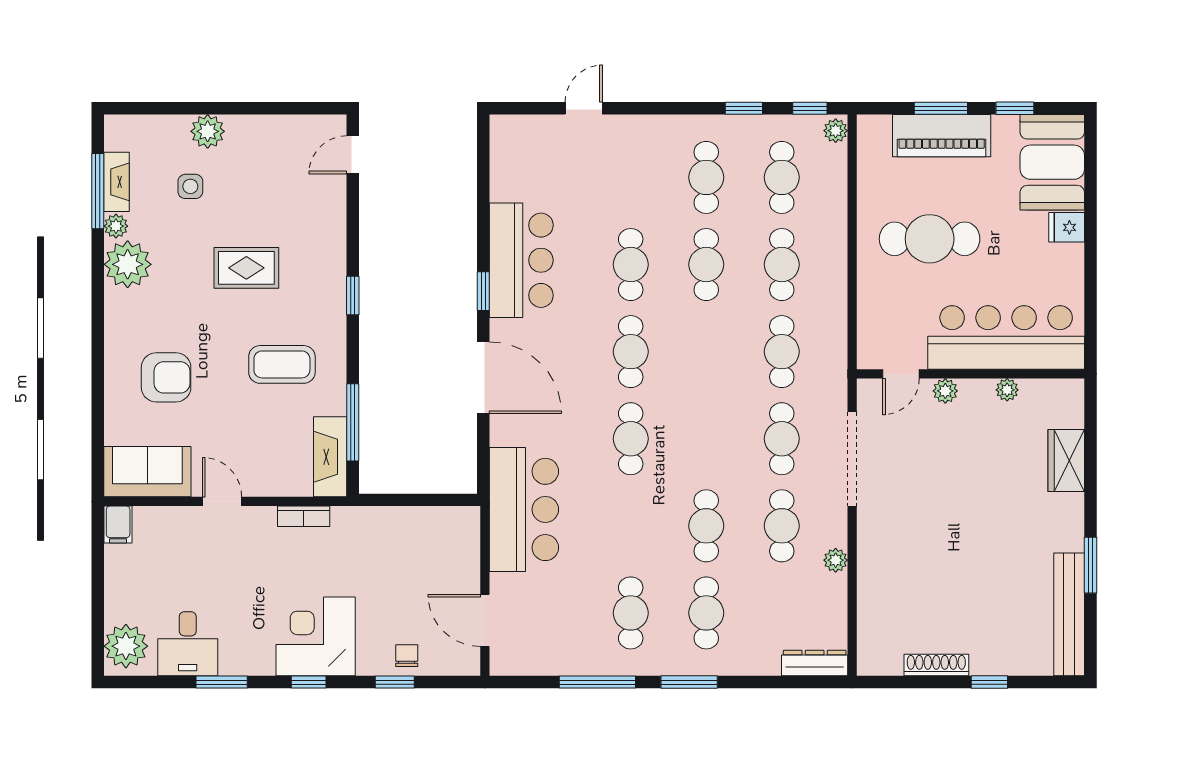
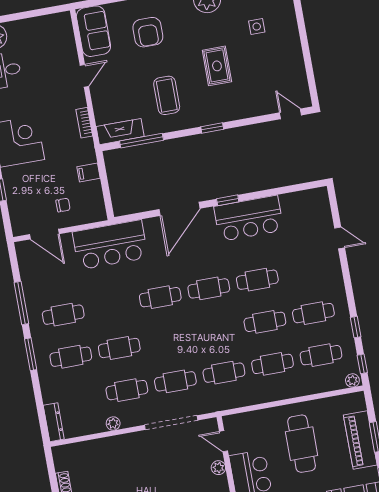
plant: (208, 131) -> (289, 31), removed
filing cabinet: (118, 524) -> (88, 172), moved
door: (485, 620) -> (44, 234), swing flipped
chair: (407, 656) -> (63, 205), moved

